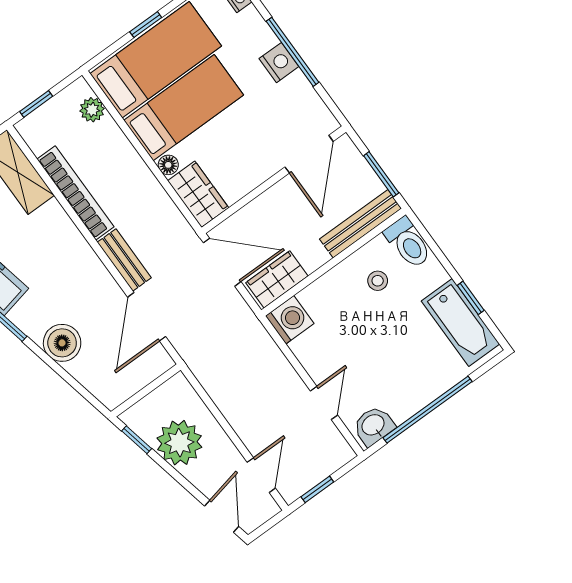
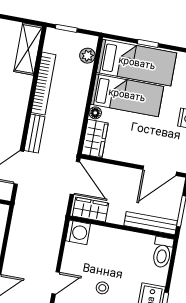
stool: (378, 281) -> (102, 288), moved

